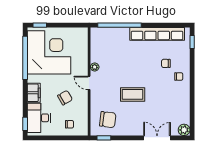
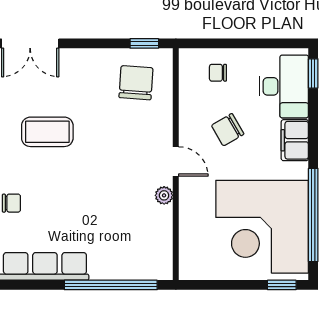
coffee table: (133, 94) -> (47, 132), moved
chair: (108, 120) -> (136, 83), turned 87

